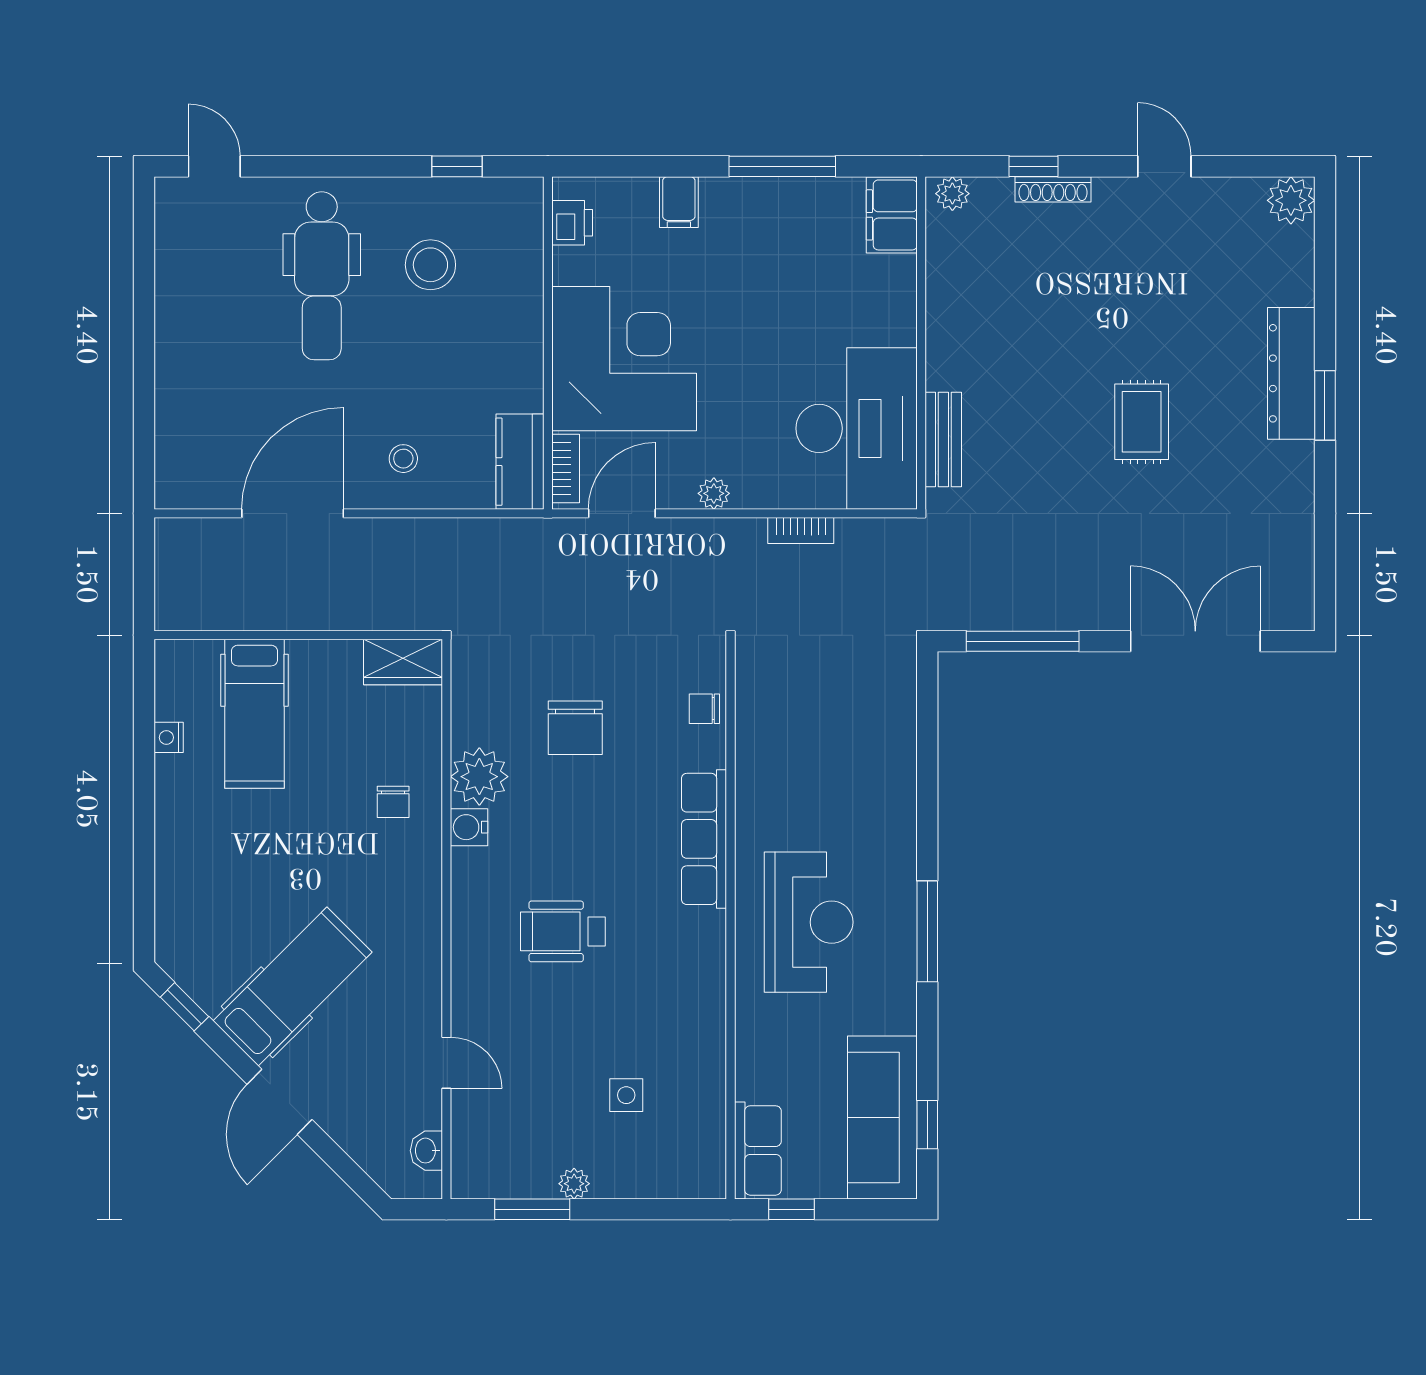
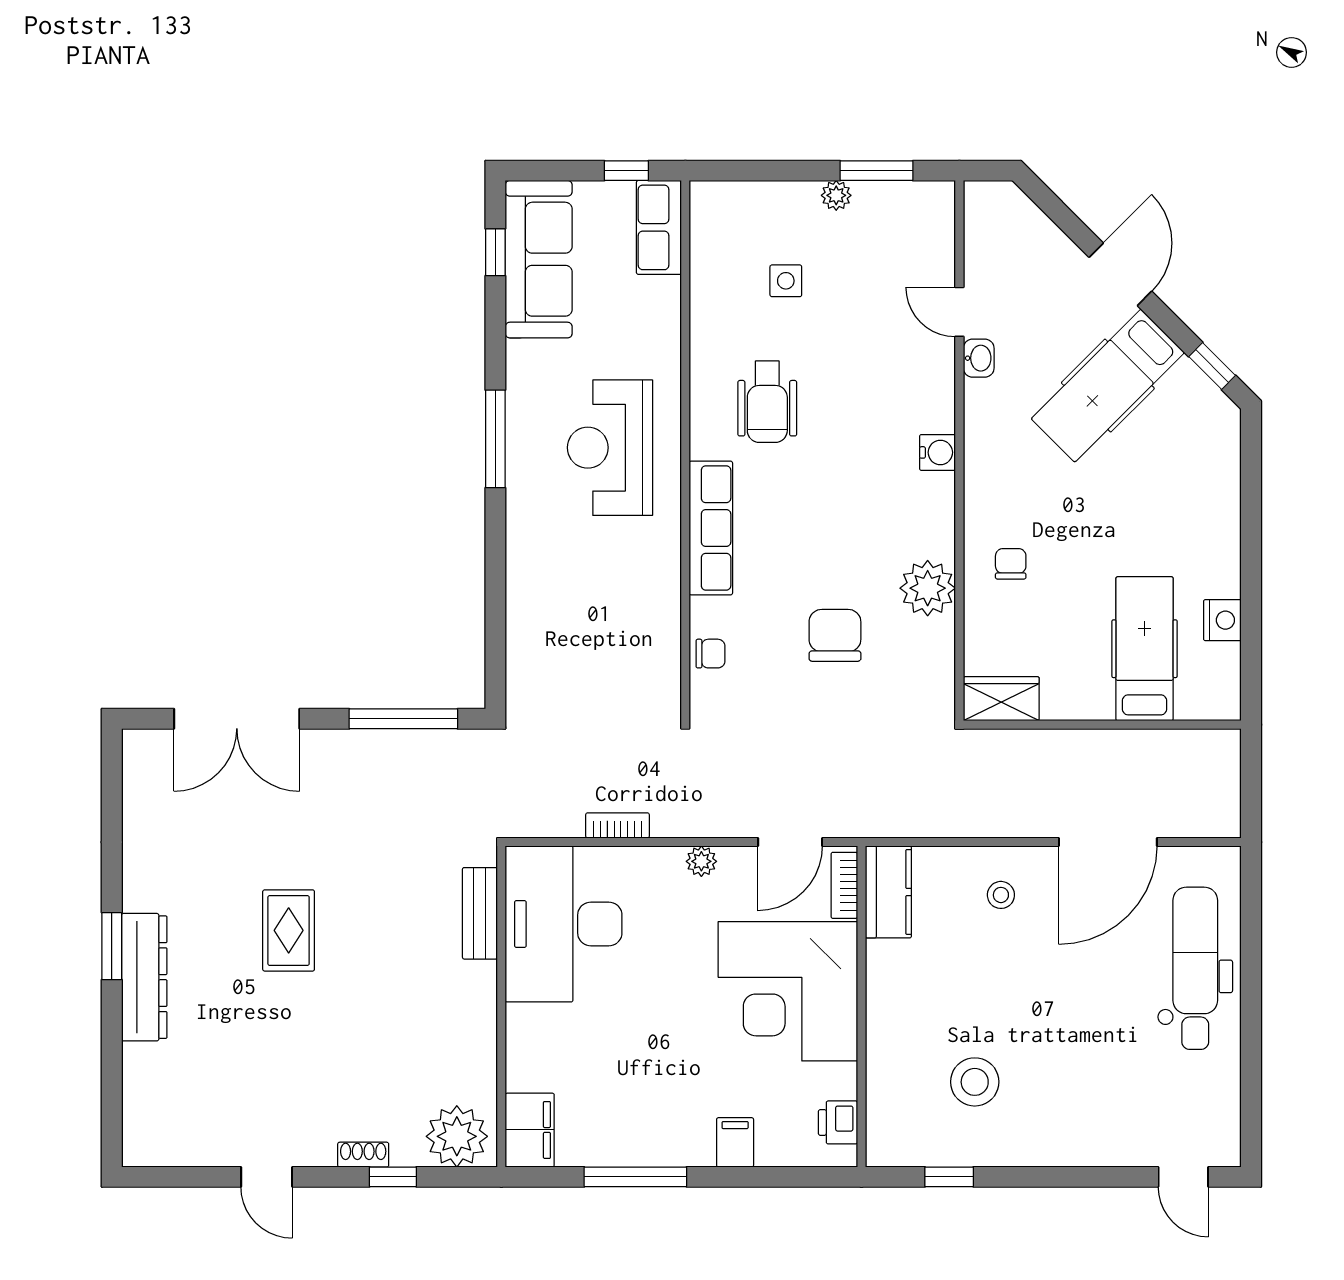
shoe rack: (1053, 189) -> (363, 1155), width x0.70
plant: (952, 194) -> (457, 1136), width x1.88, depth x1.88
plant: (1291, 200) -> (145, 1144), removed
dental chair: (322, 276) -> (1195, 968), moved
nightstand: (169, 737) -> (1222, 620), width x1.39, depth x1.35
water cooler: (469, 827) -> (938, 452), moved
wheelchair: (563, 931) -> (767, 402), moved, turned 90
washbasin: (426, 1151) -> (979, 358), moved

